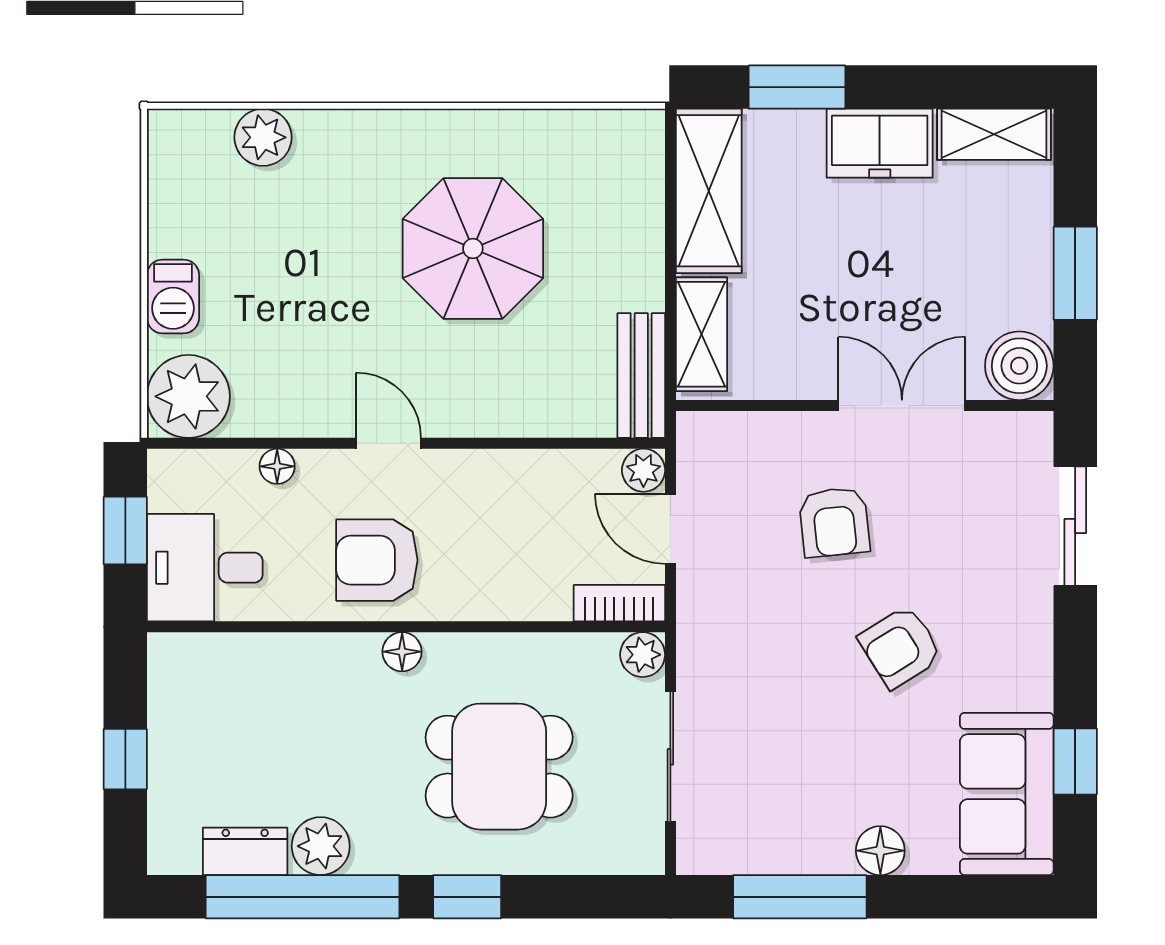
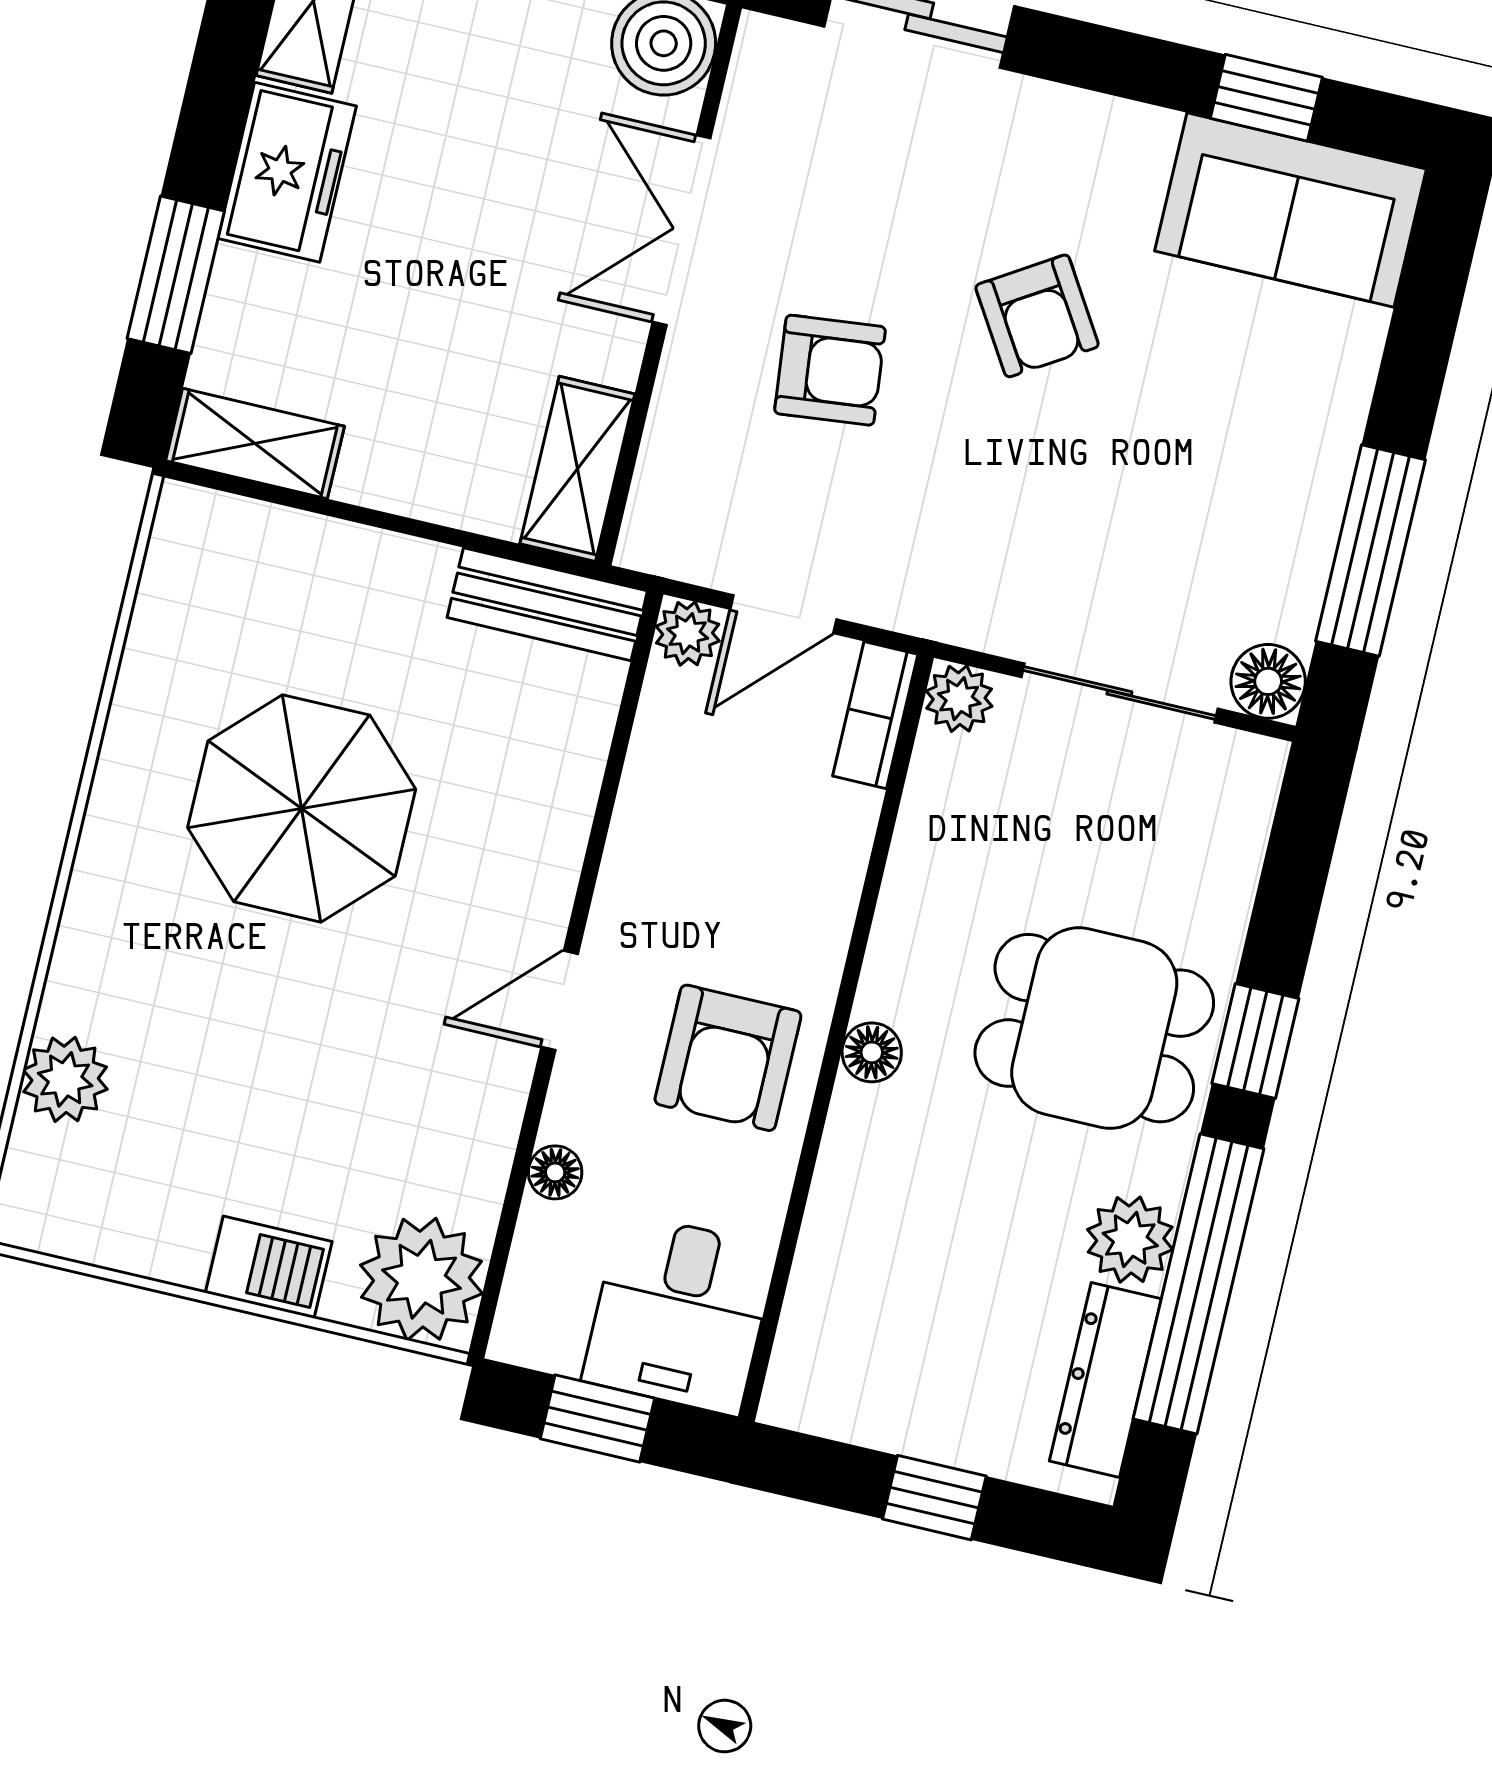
shelving: (709, 191) -> (255, 443), width x0.67, depth x0.75
shelving: (701, 334) -> (577, 469), moved, turned 90
dining table: (499, 767) -> (1094, 1028), moved, turned 90
dresser: (245, 851) -> (1105, 1380), width x1.44
floor lamp: (880, 851) -> (1268, 681), moved

